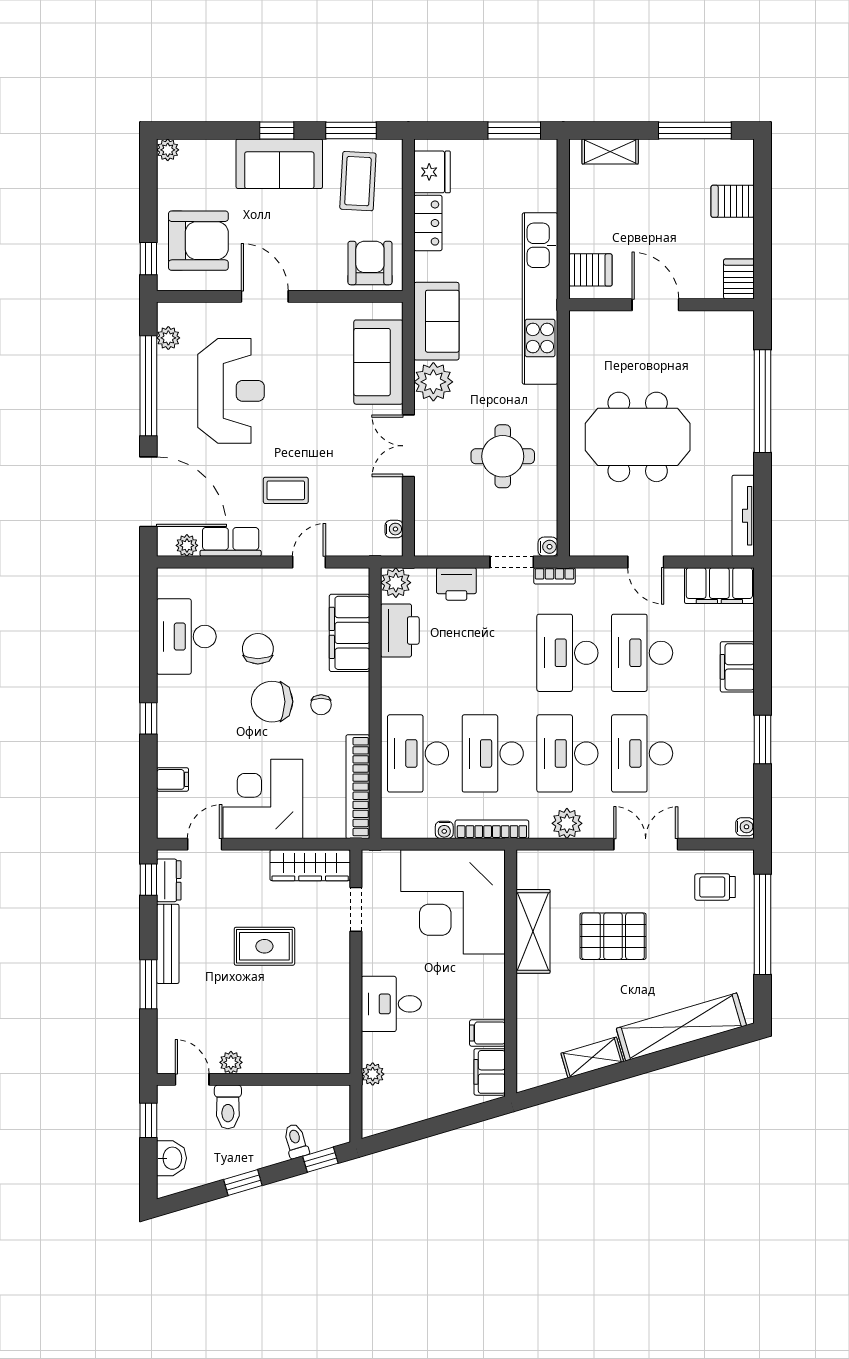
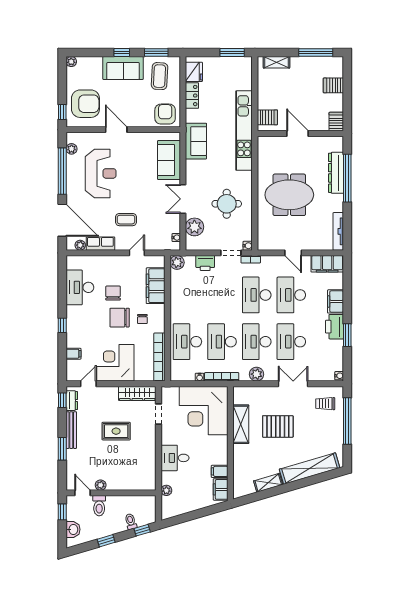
plant: (433, 382) -> (194, 227), moved
dresser: (738, 390) -> (336, 173), added
printer: (400, 630) -> (334, 327), moved, turned 180

